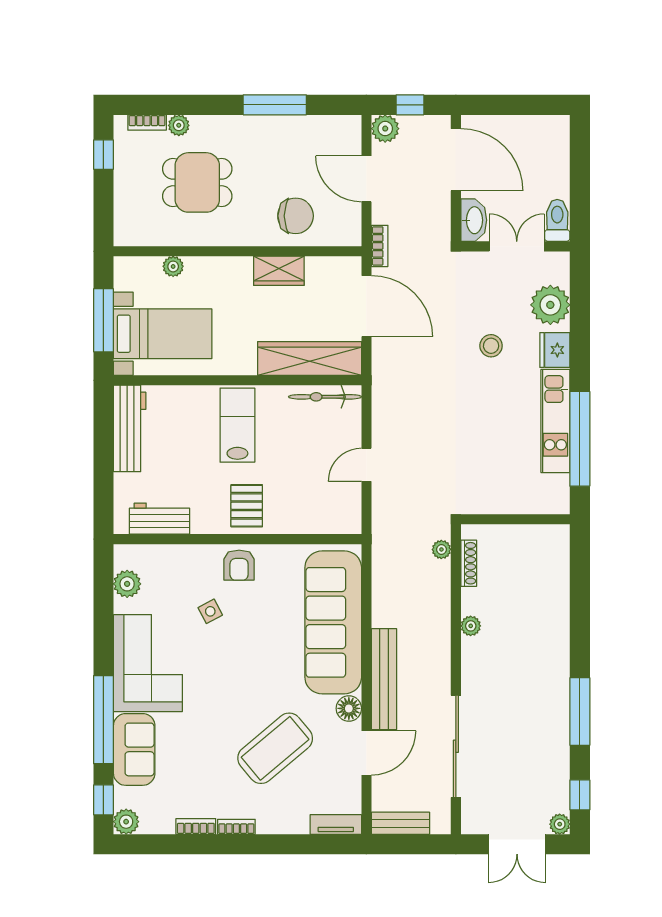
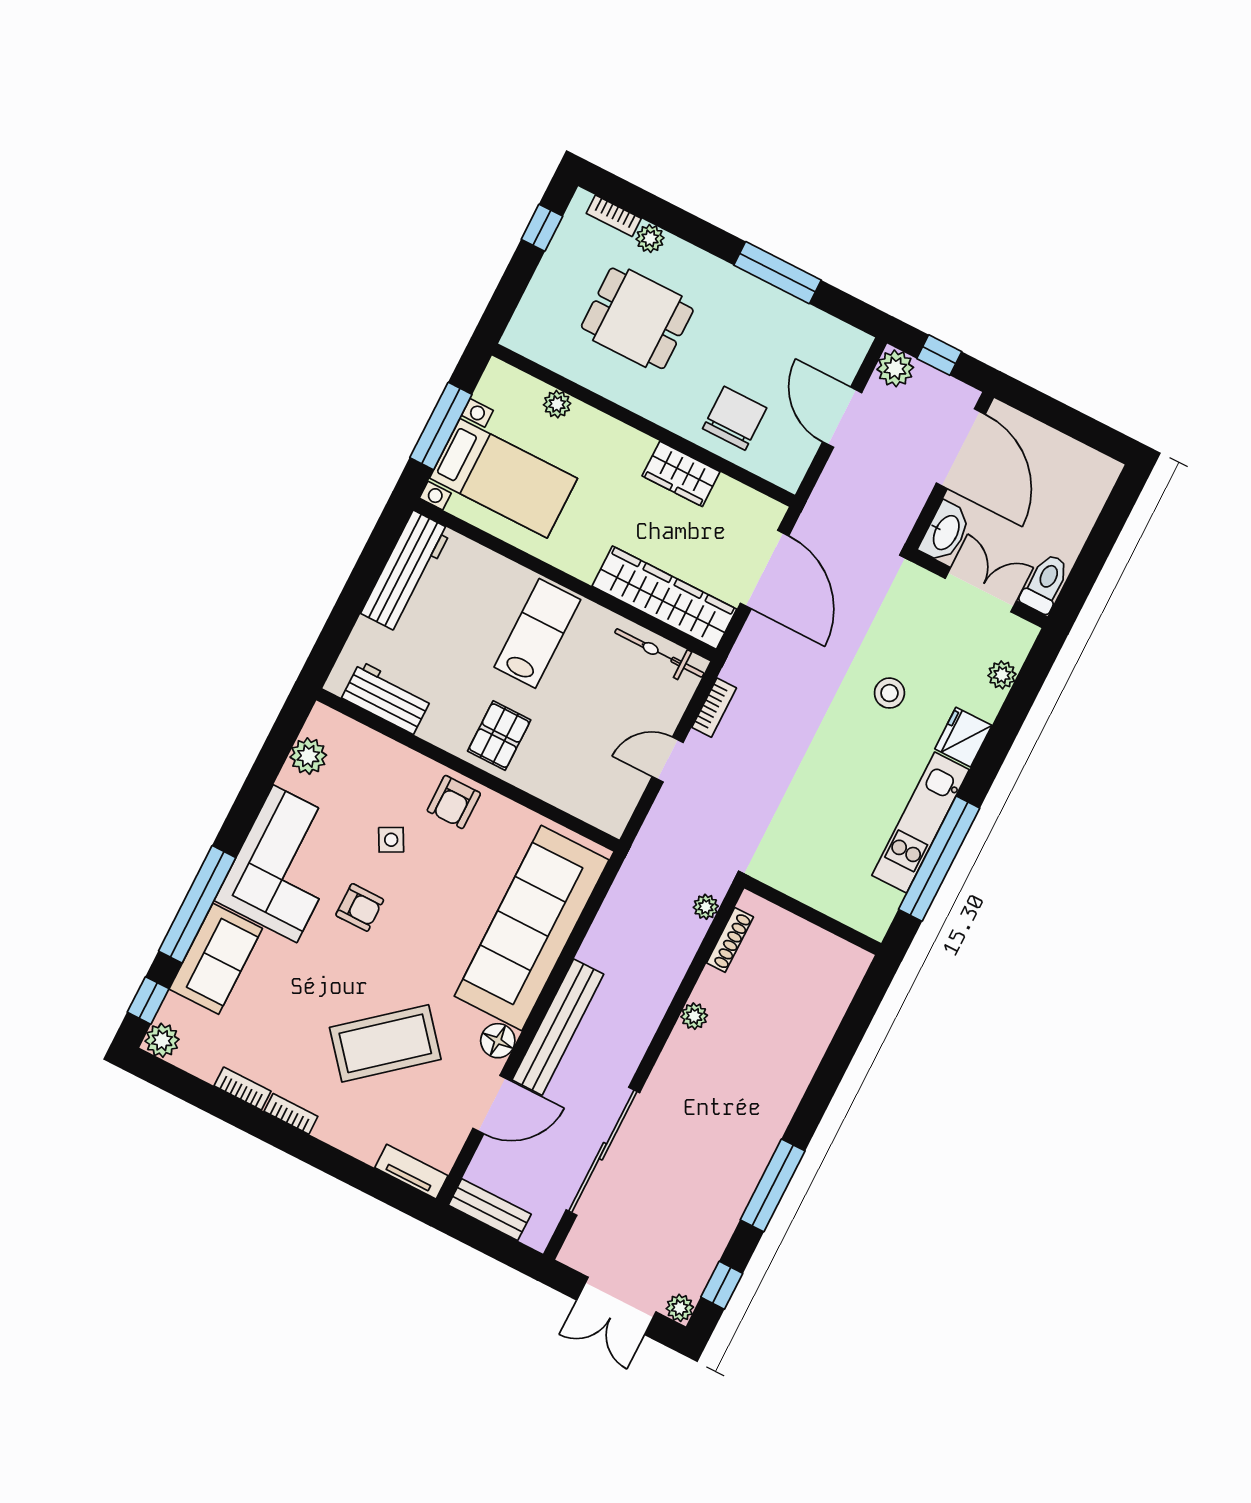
chair: (296, 216) -> (735, 418), turned -90
bookcase: (380, 246) -> (714, 708), moved
plant: (550, 305) -> (1002, 675), width x0.53, depth x0.53
armchair: (212, 667) -> (360, 907), added

